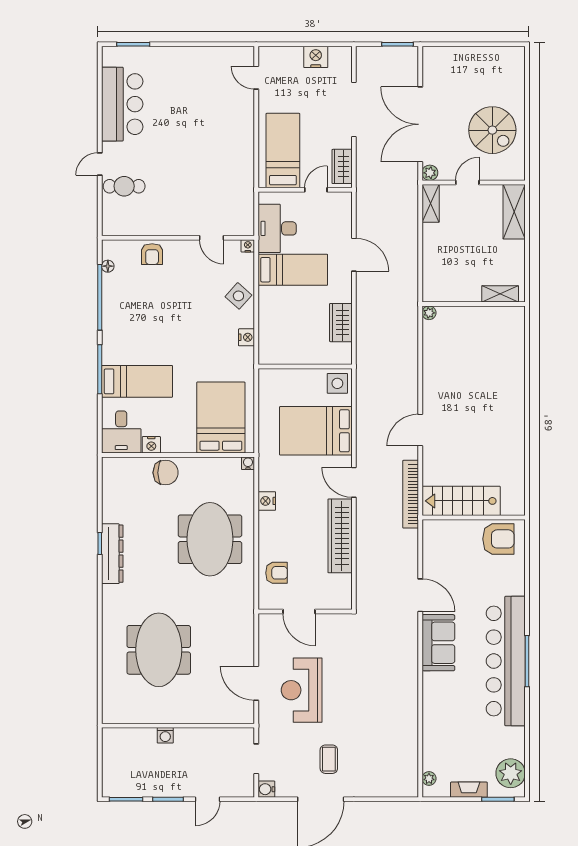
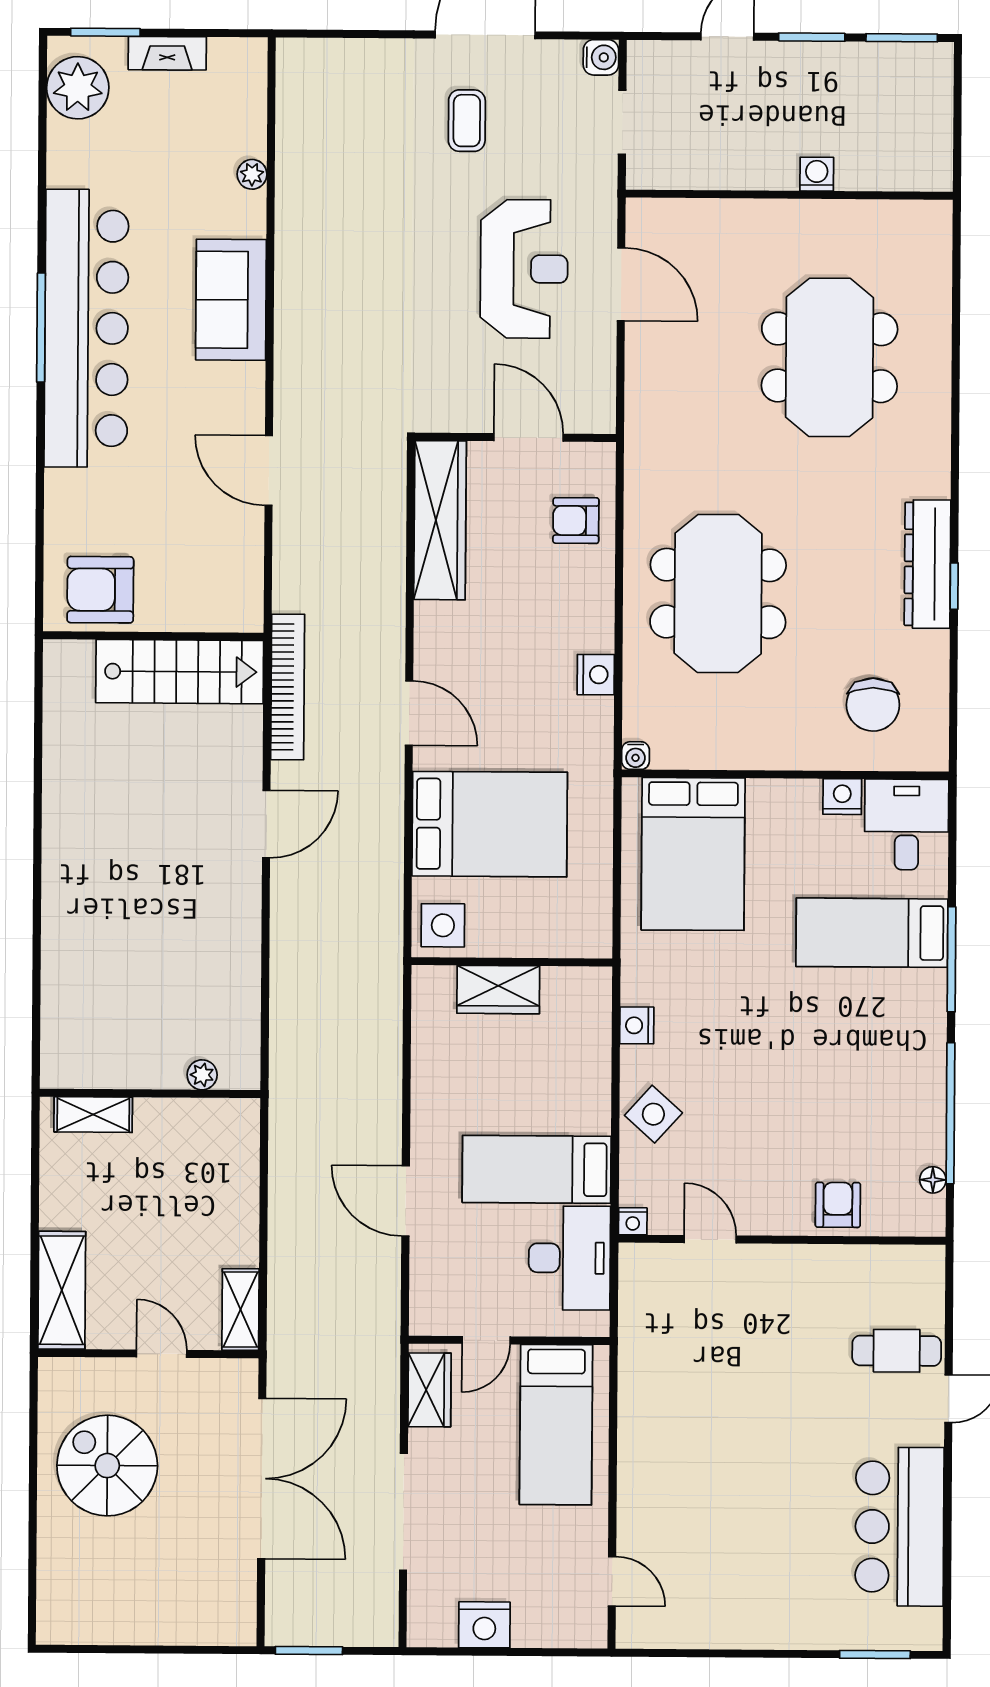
plant: (430, 173) -> (242, 1375), removed
door: (467, 182) -> (162, 1354), swing flipped
plant: (429, 313) -> (202, 1075), moved
wardrobe: (341, 323) -> (498, 990), moved, turned 90
chair: (166, 473) -> (873, 705), moved, turned -90
wardrobe: (340, 536) -> (440, 520), moved
sofa: (438, 643) -> (231, 300), moved
plant: (429, 779) -> (252, 174), moved

